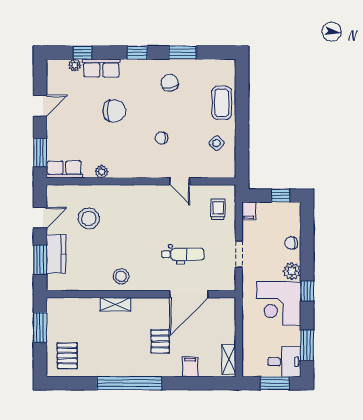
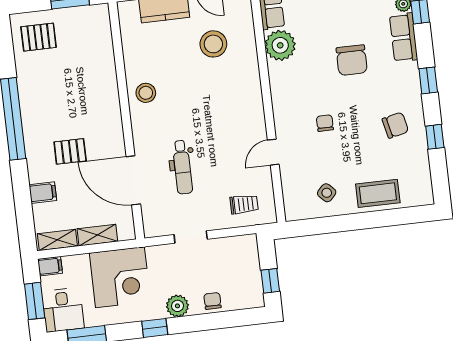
window: (182, 53) -> (435, 137), width x0.67
plant: (102, 172) -> (280, 45), width x1.87, depth x1.87
filing cabinet: (249, 211) -> (50, 266), moved, turned 180
corner desk: (279, 303) -> (120, 277), moved, turned 180
shelving: (115, 304) -> (97, 235), moved, turned 90

